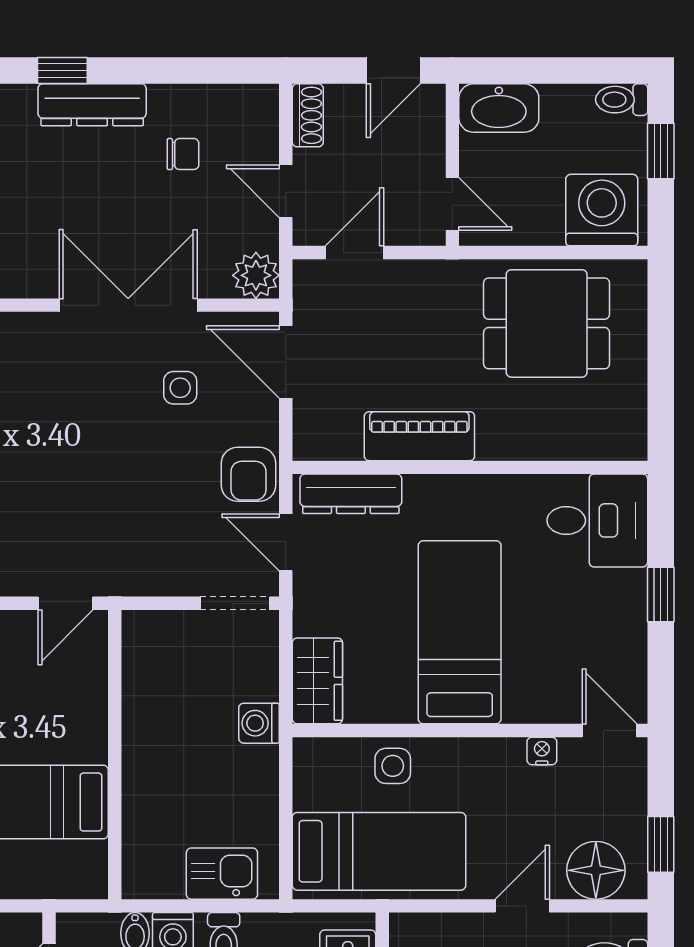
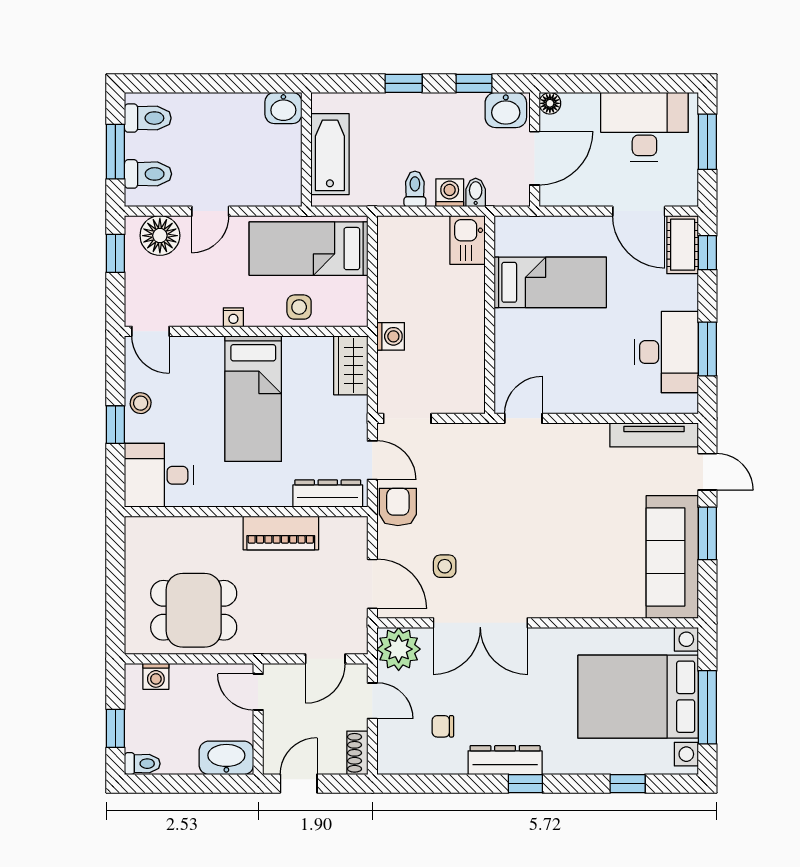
washing machine: (602, 210) -> (156, 676), width x0.53, depth x0.53
plant: (256, 275) -> (399, 649), width x1.36, depth x1.36
stool: (624, 626) -> (141, 403), added
nightstand: (542, 751) -> (233, 317), moved
kitchen sink: (222, 874) -> (467, 240), moved, turned 90

